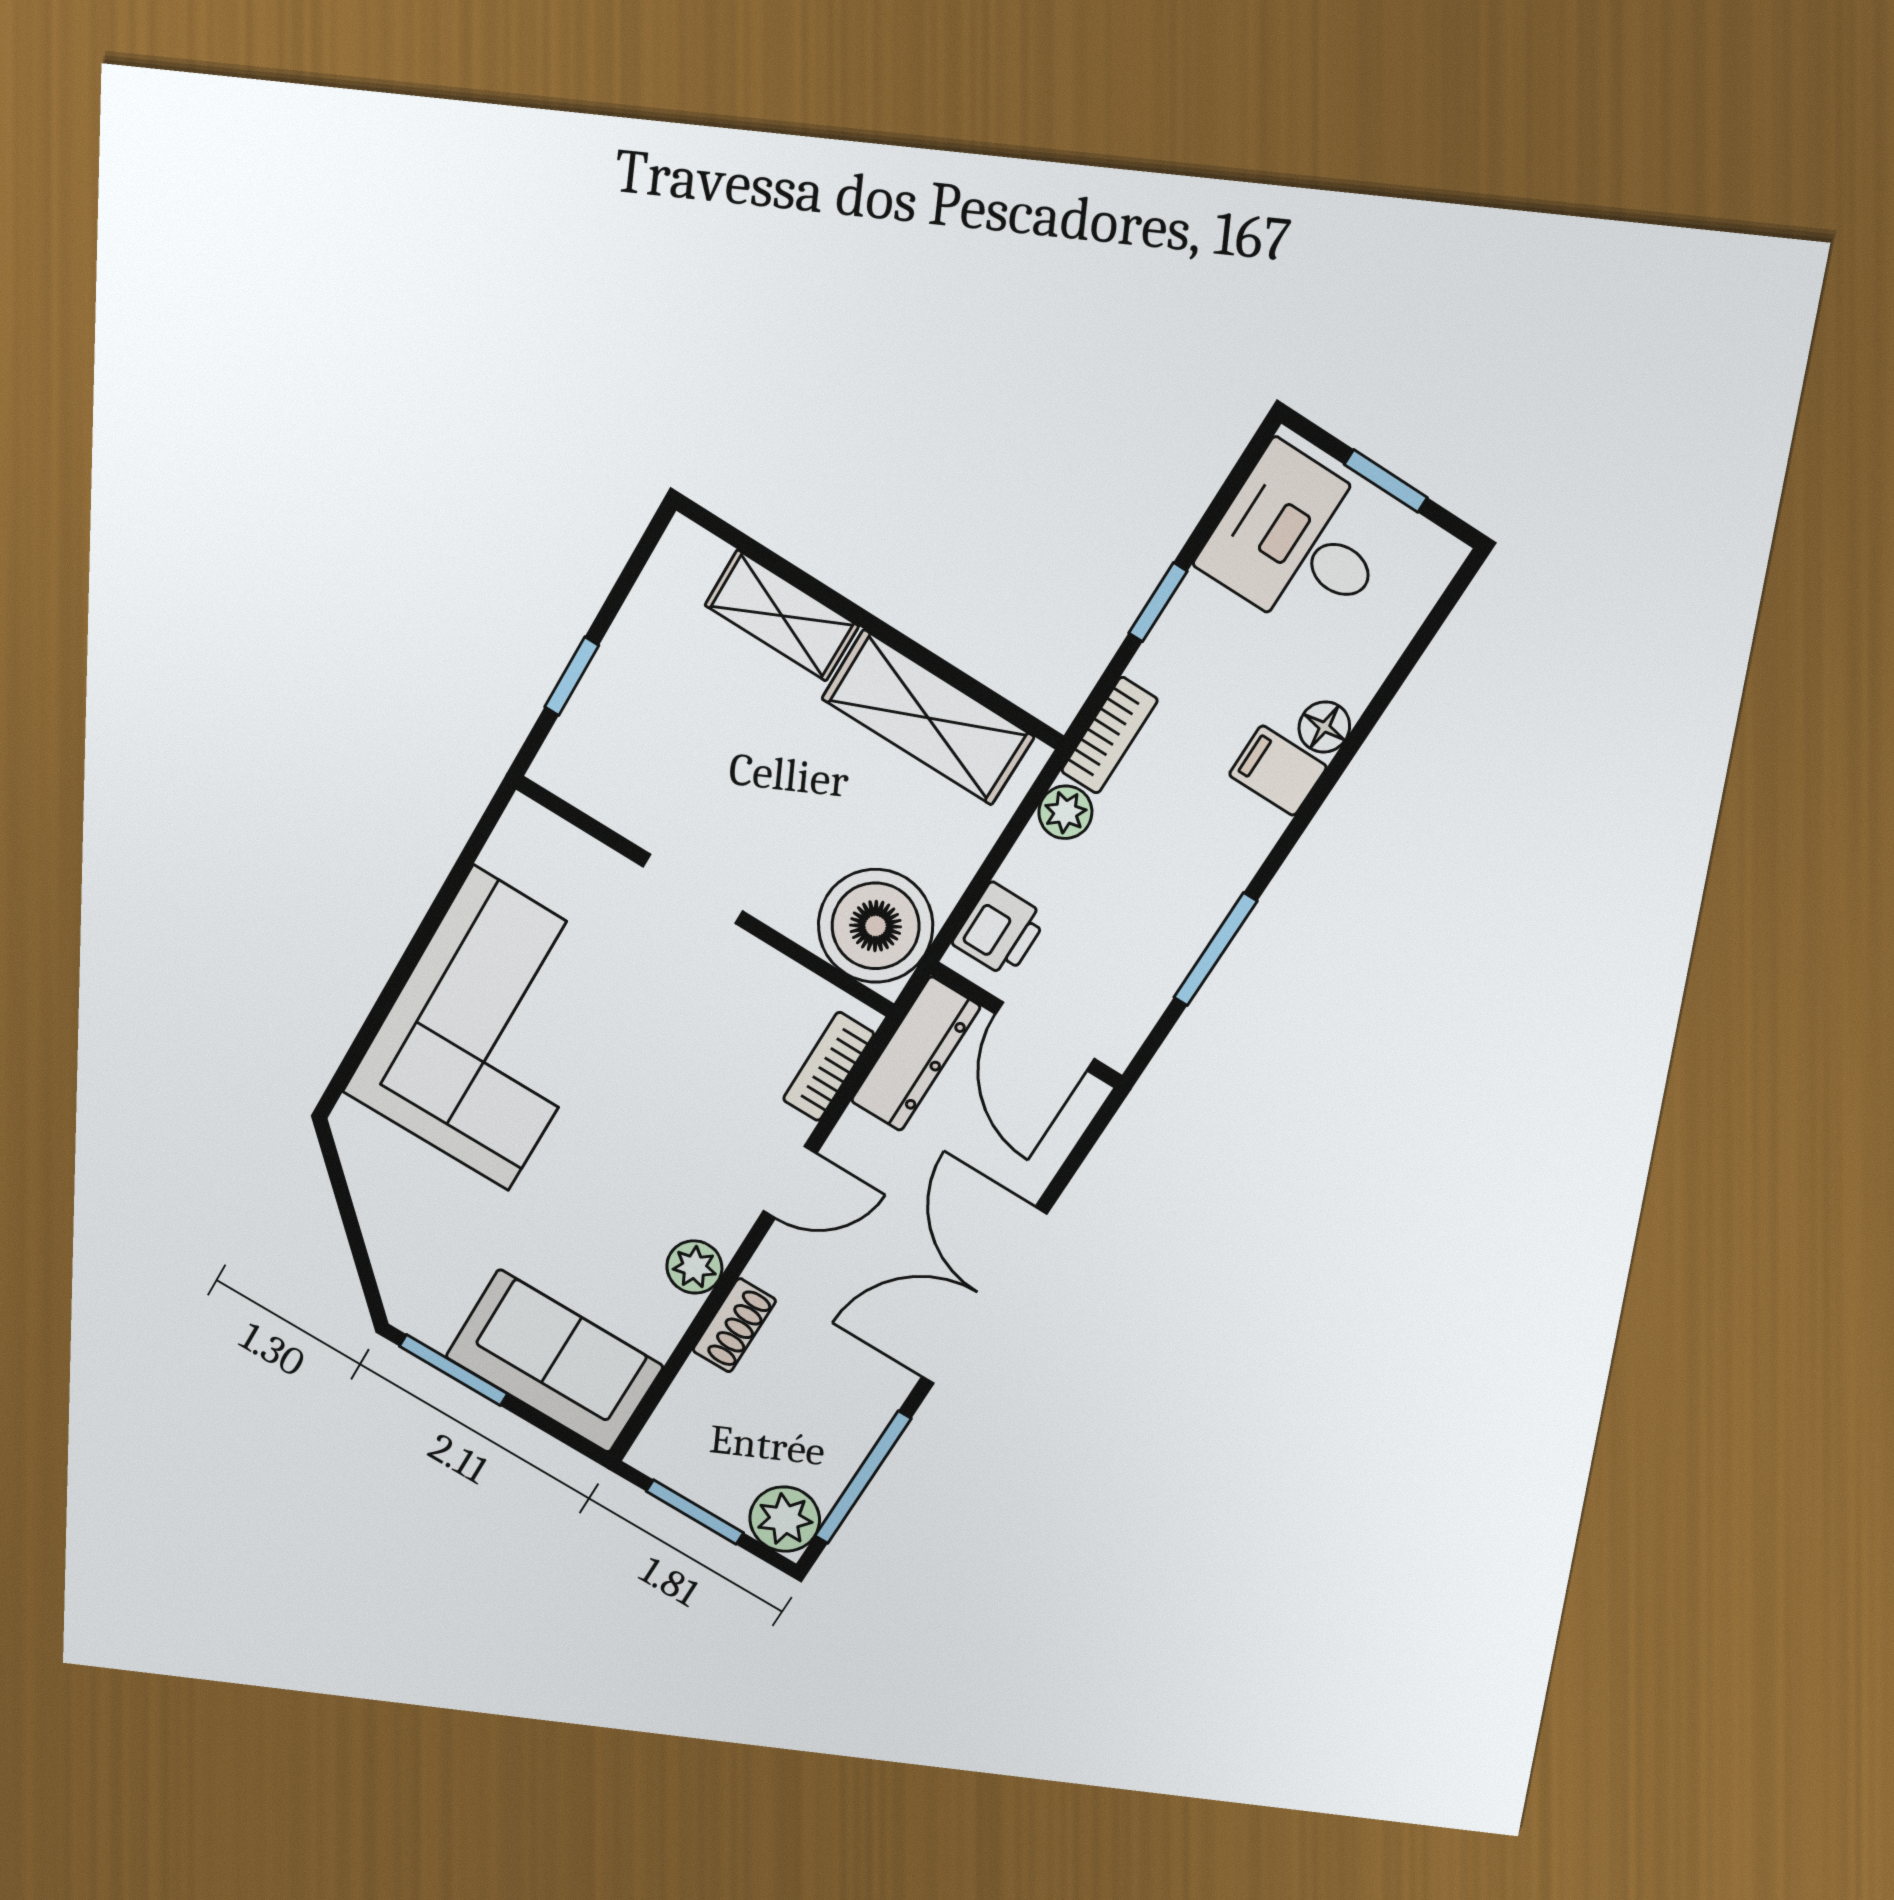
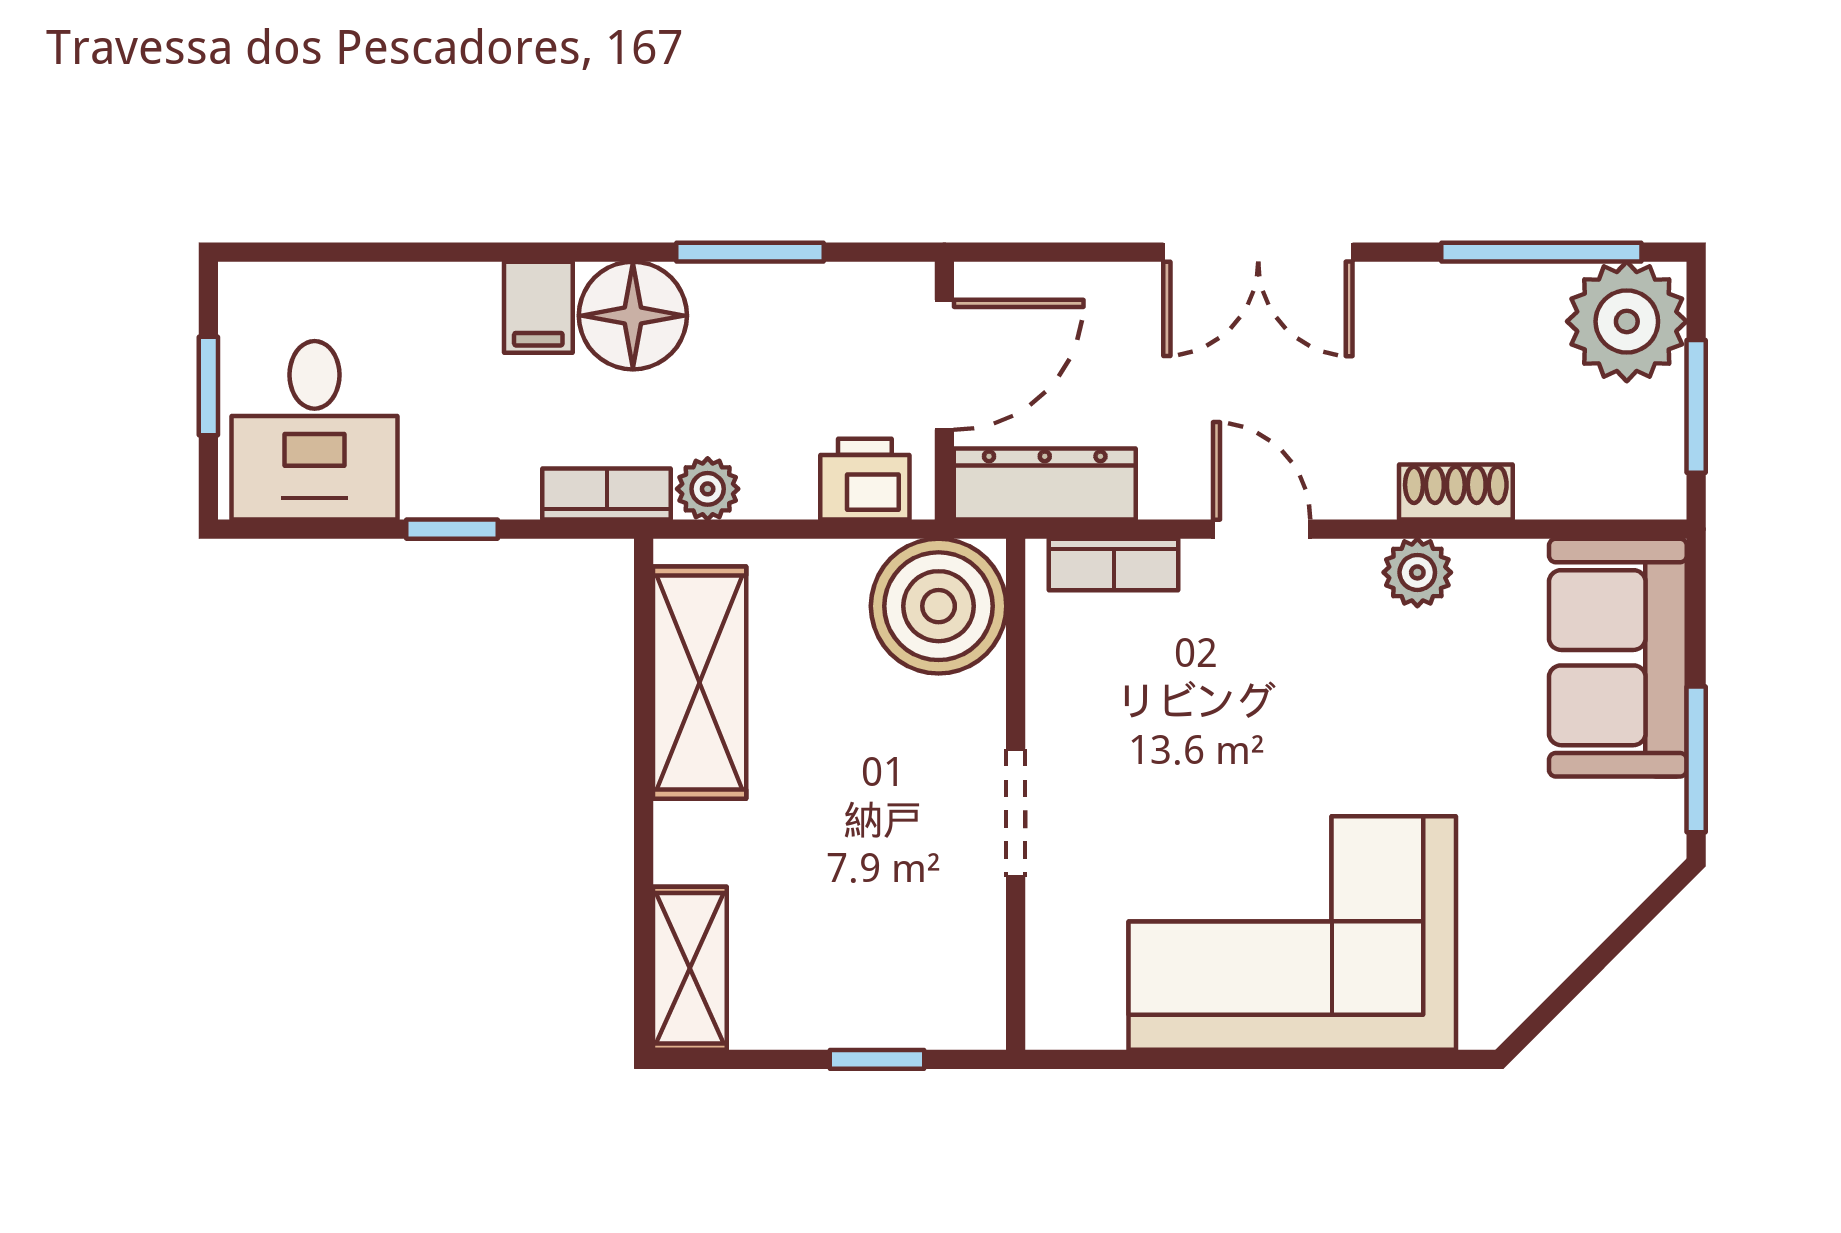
shelving: (782, 616) -> (690, 968), moved
floor lamp: (1324, 727) -> (633, 316), moved, width x1.89, depth x1.89
double door: (984, 1296) -> (1258, 252), width x0.73
plant: (785, 1519) -> (1627, 321), width x1.36, depth x1.36

